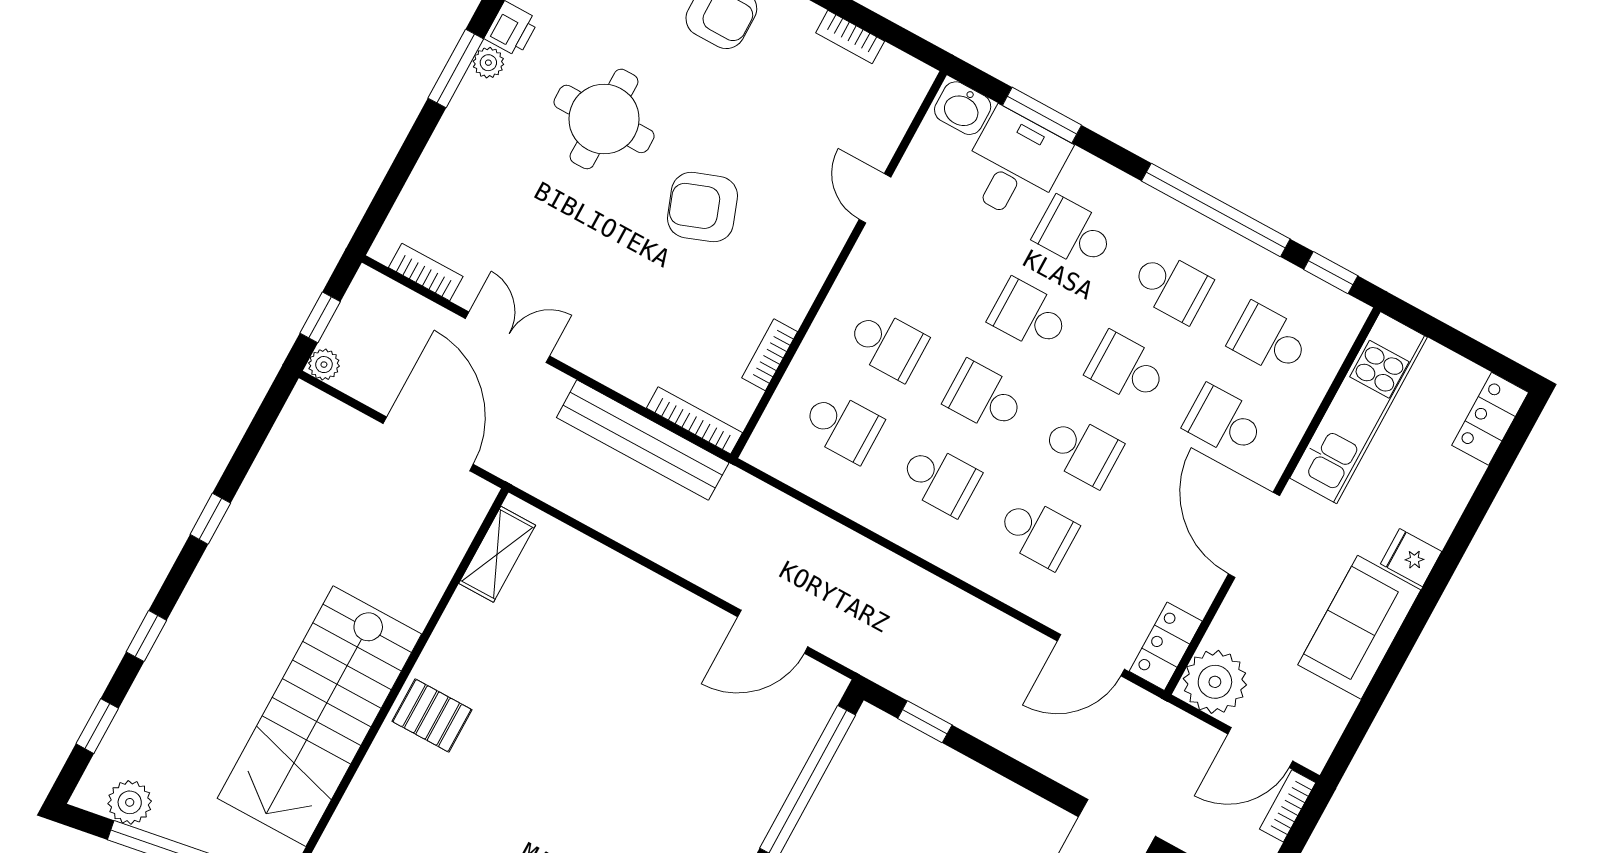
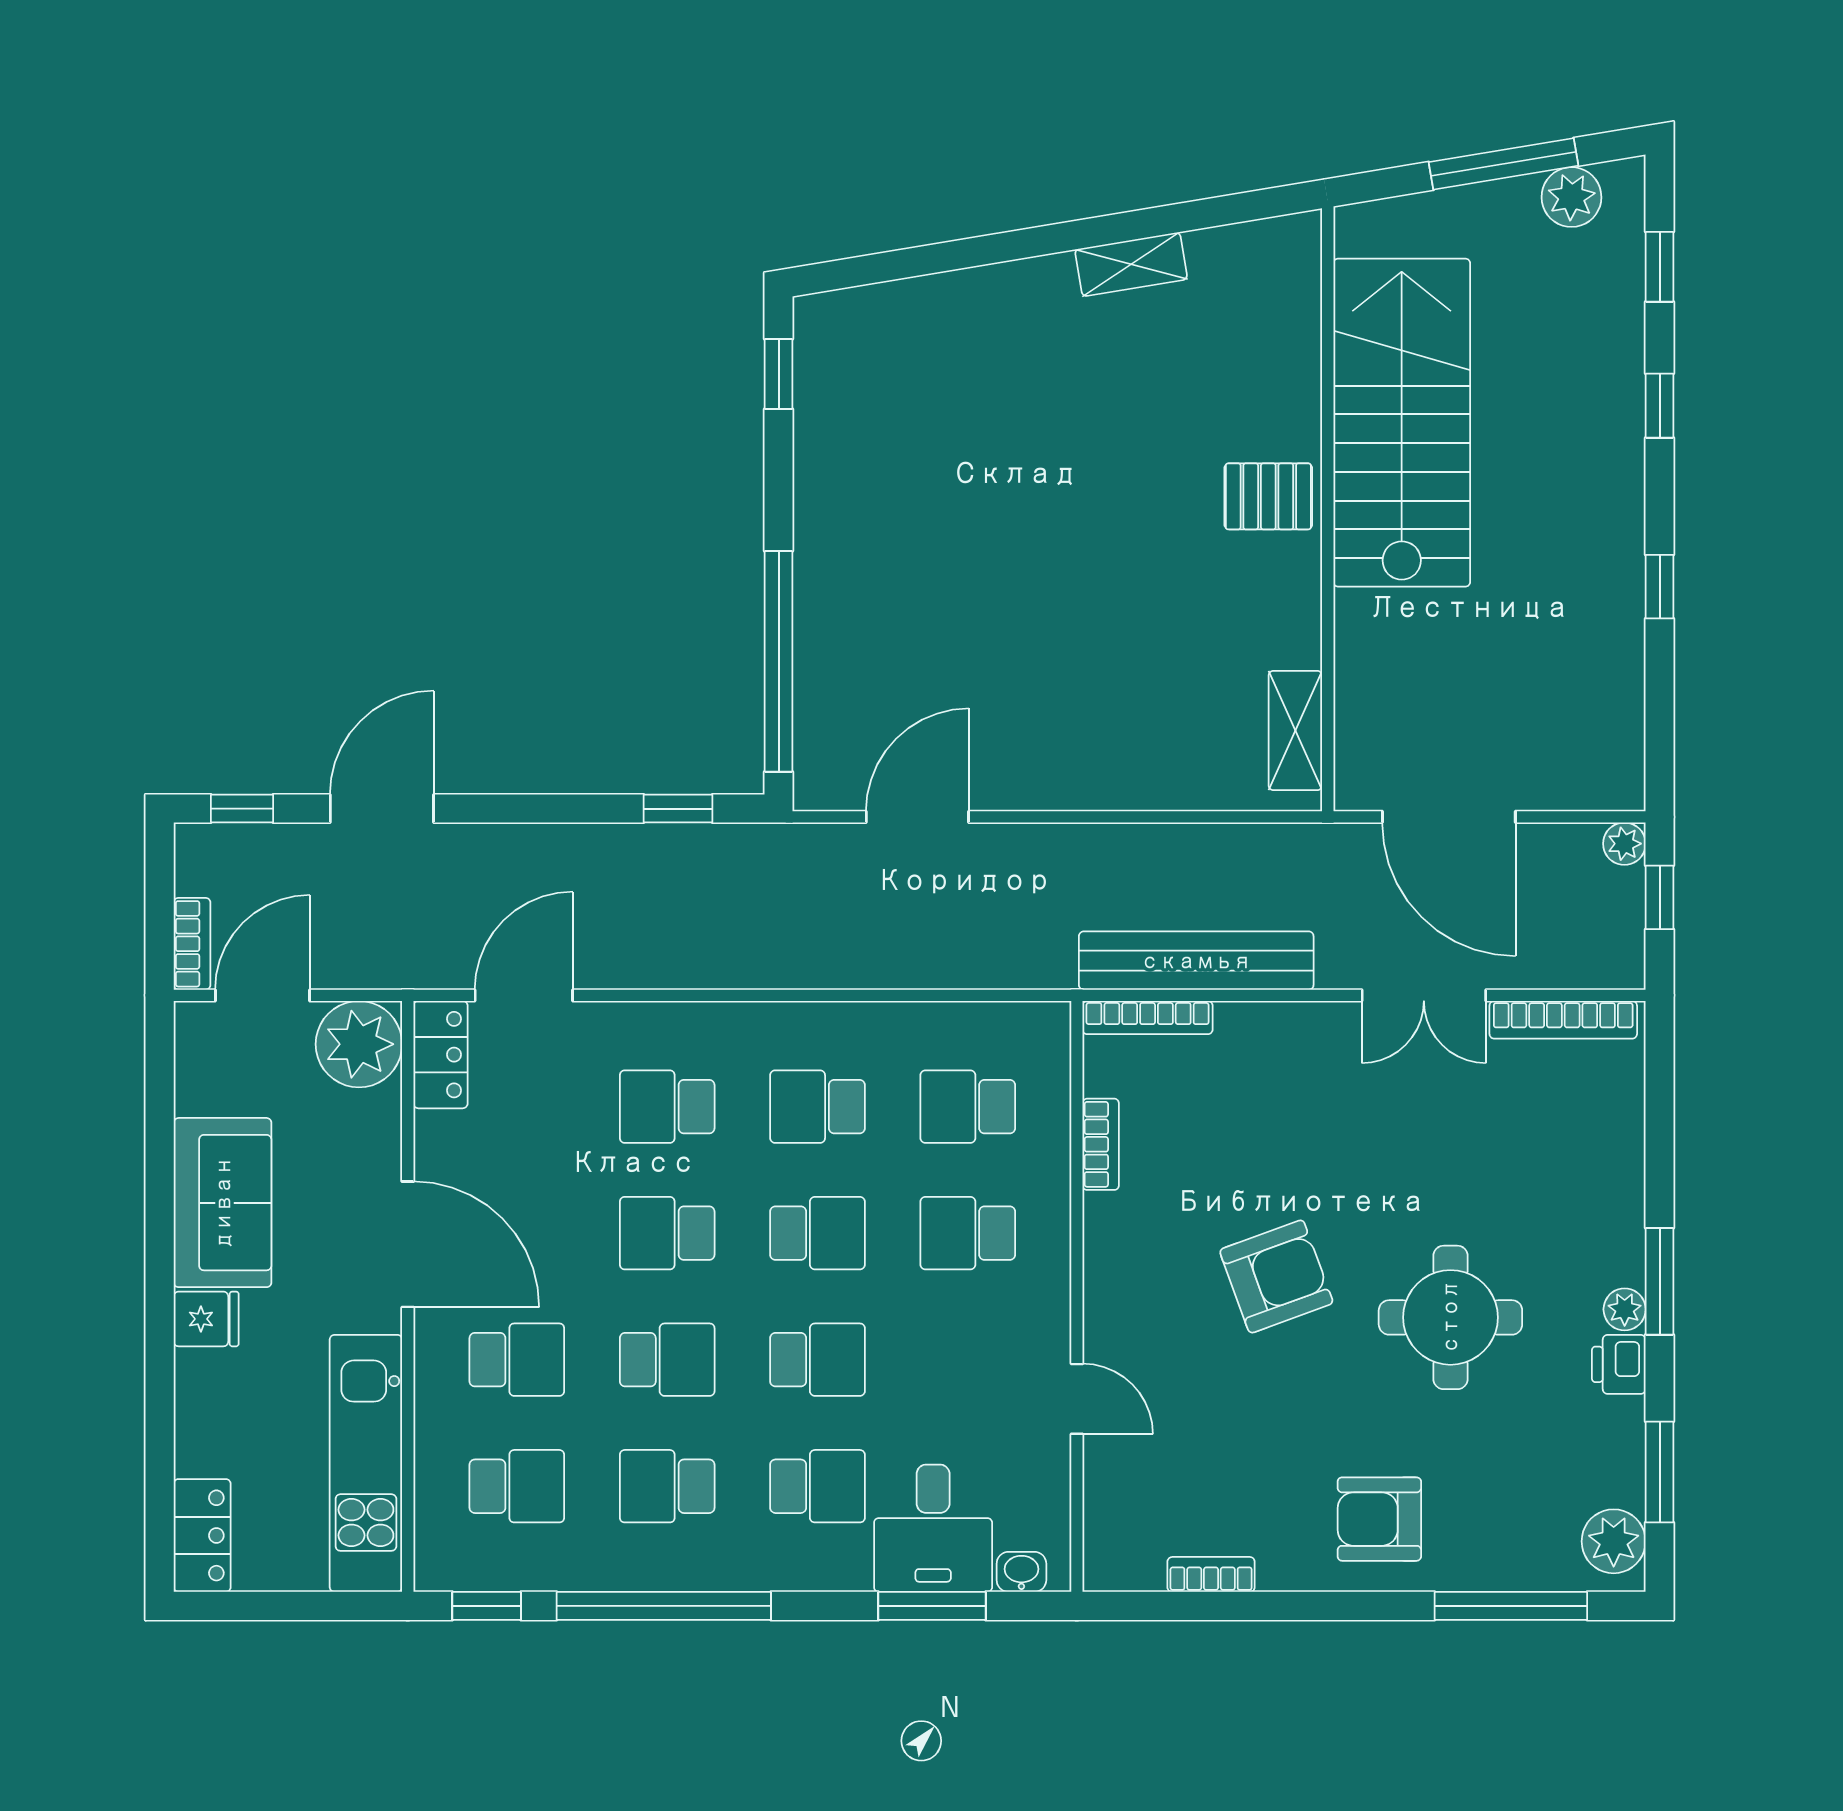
washbasin: (963, 108) -> (1021, 1572), width x0.72, depth x0.69
bookcase: (426, 272) -> (1563, 1020), width x1.56

